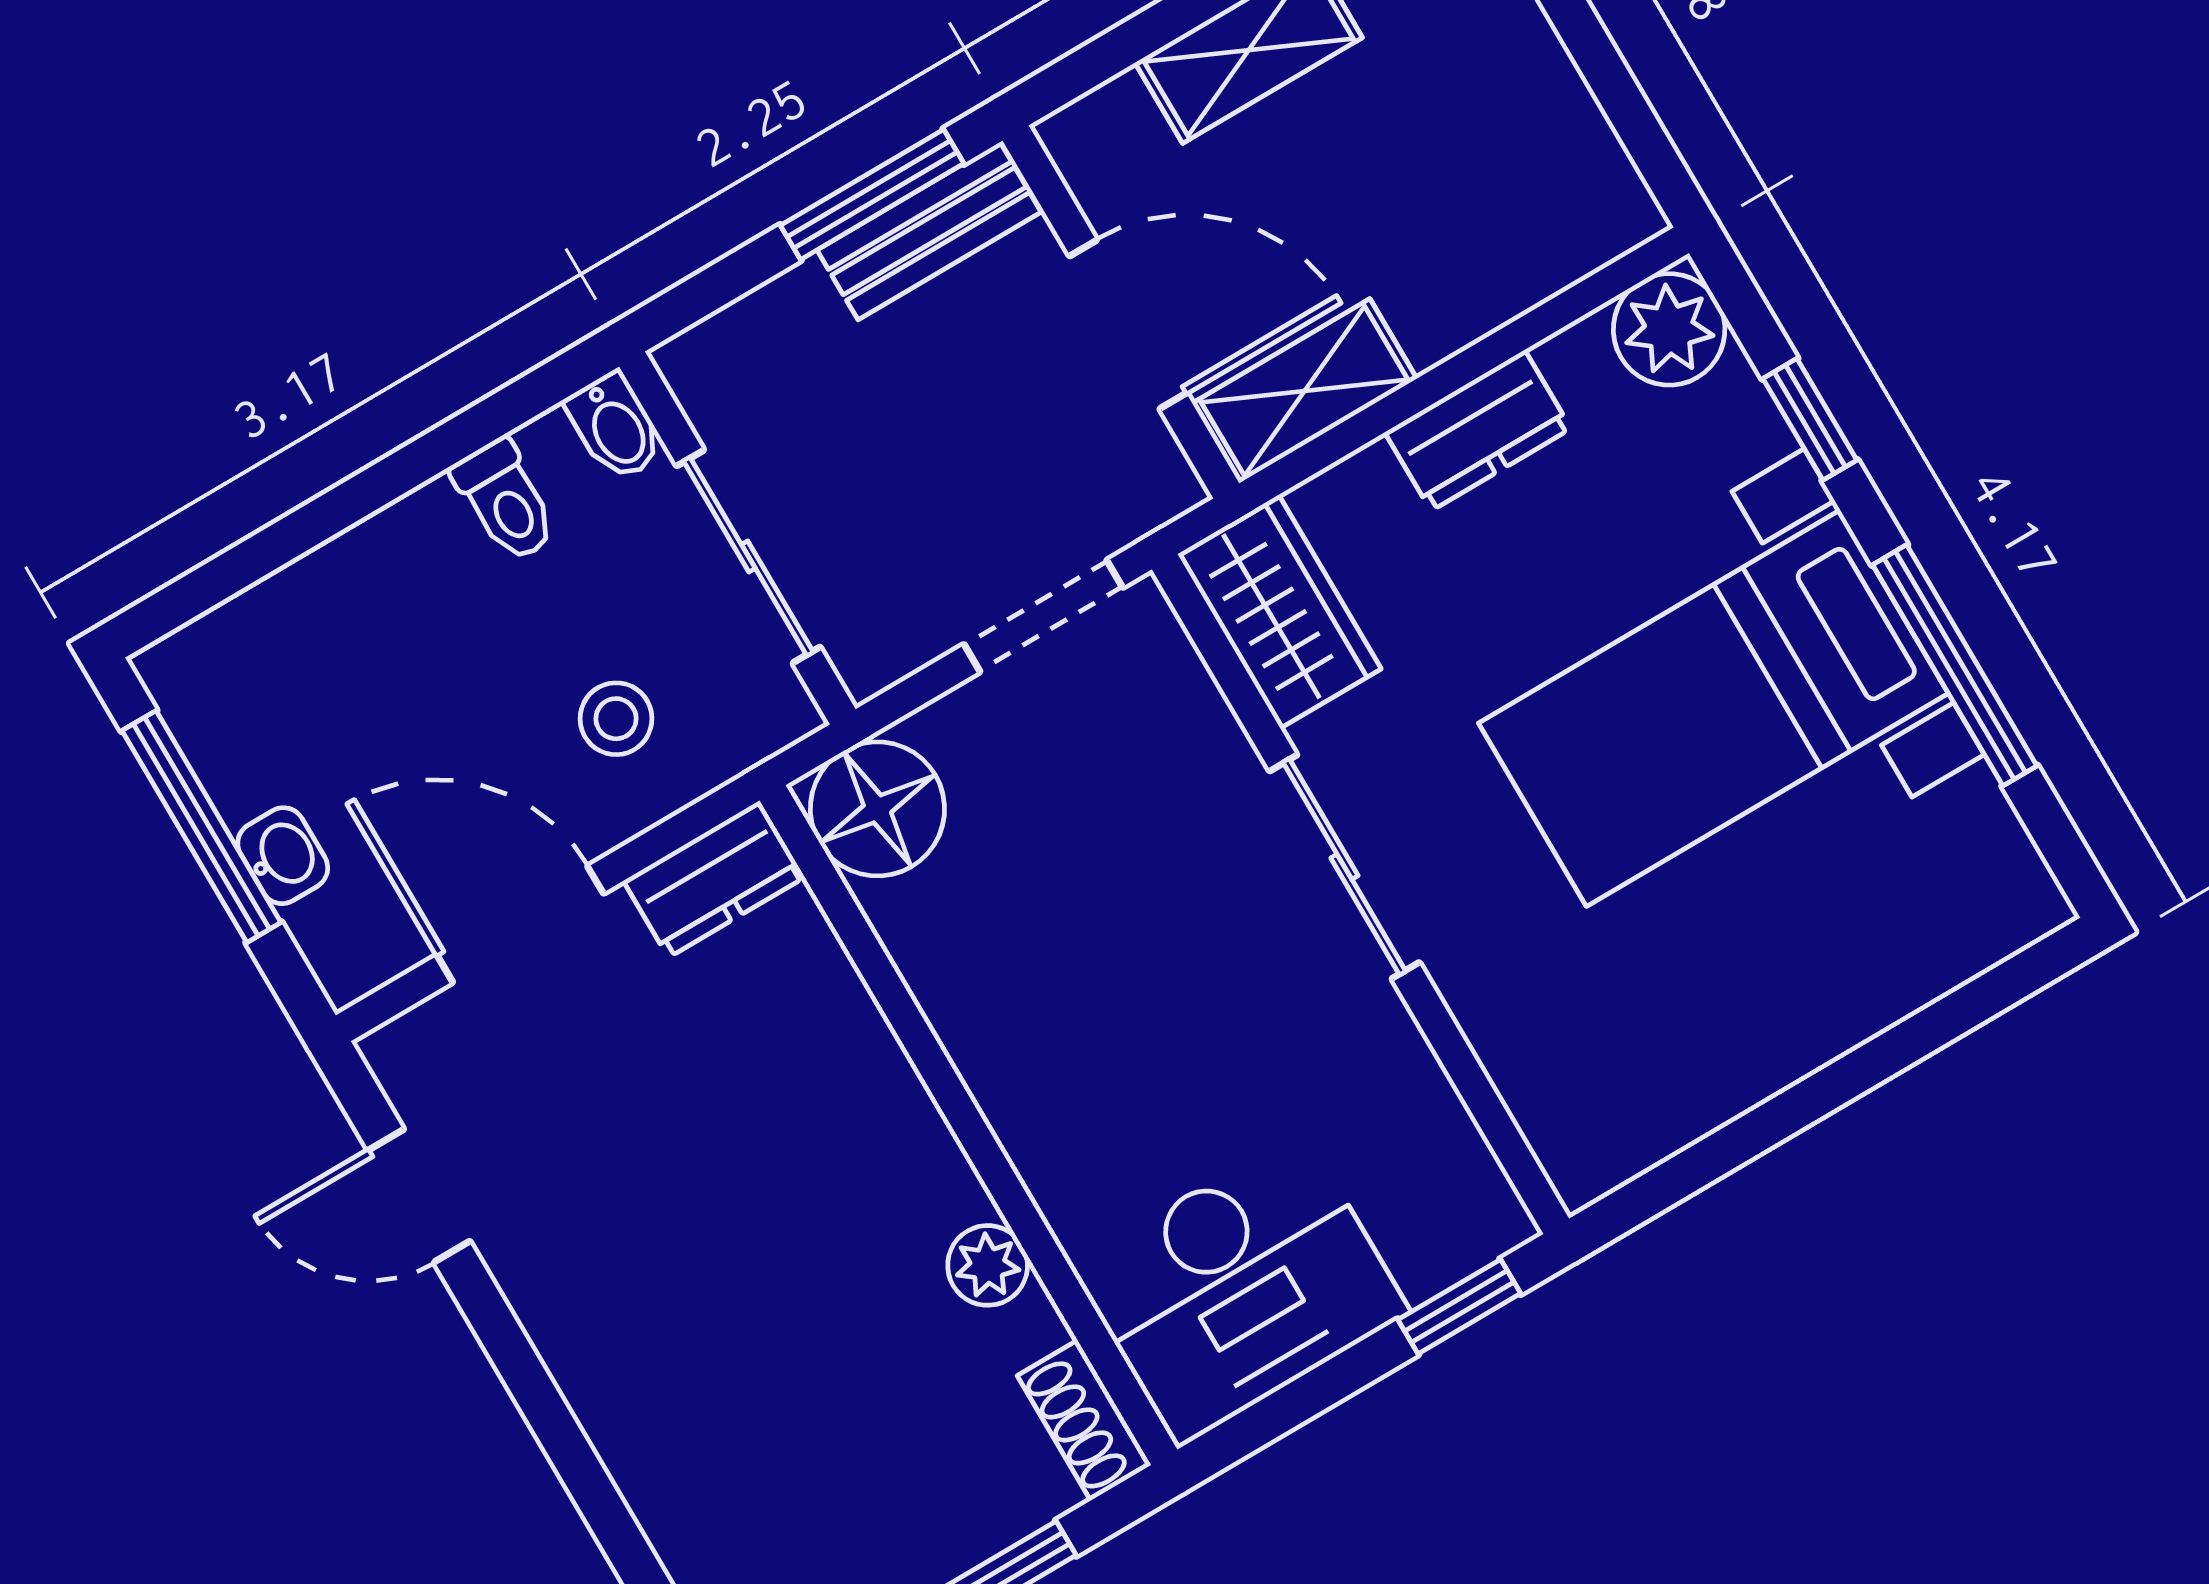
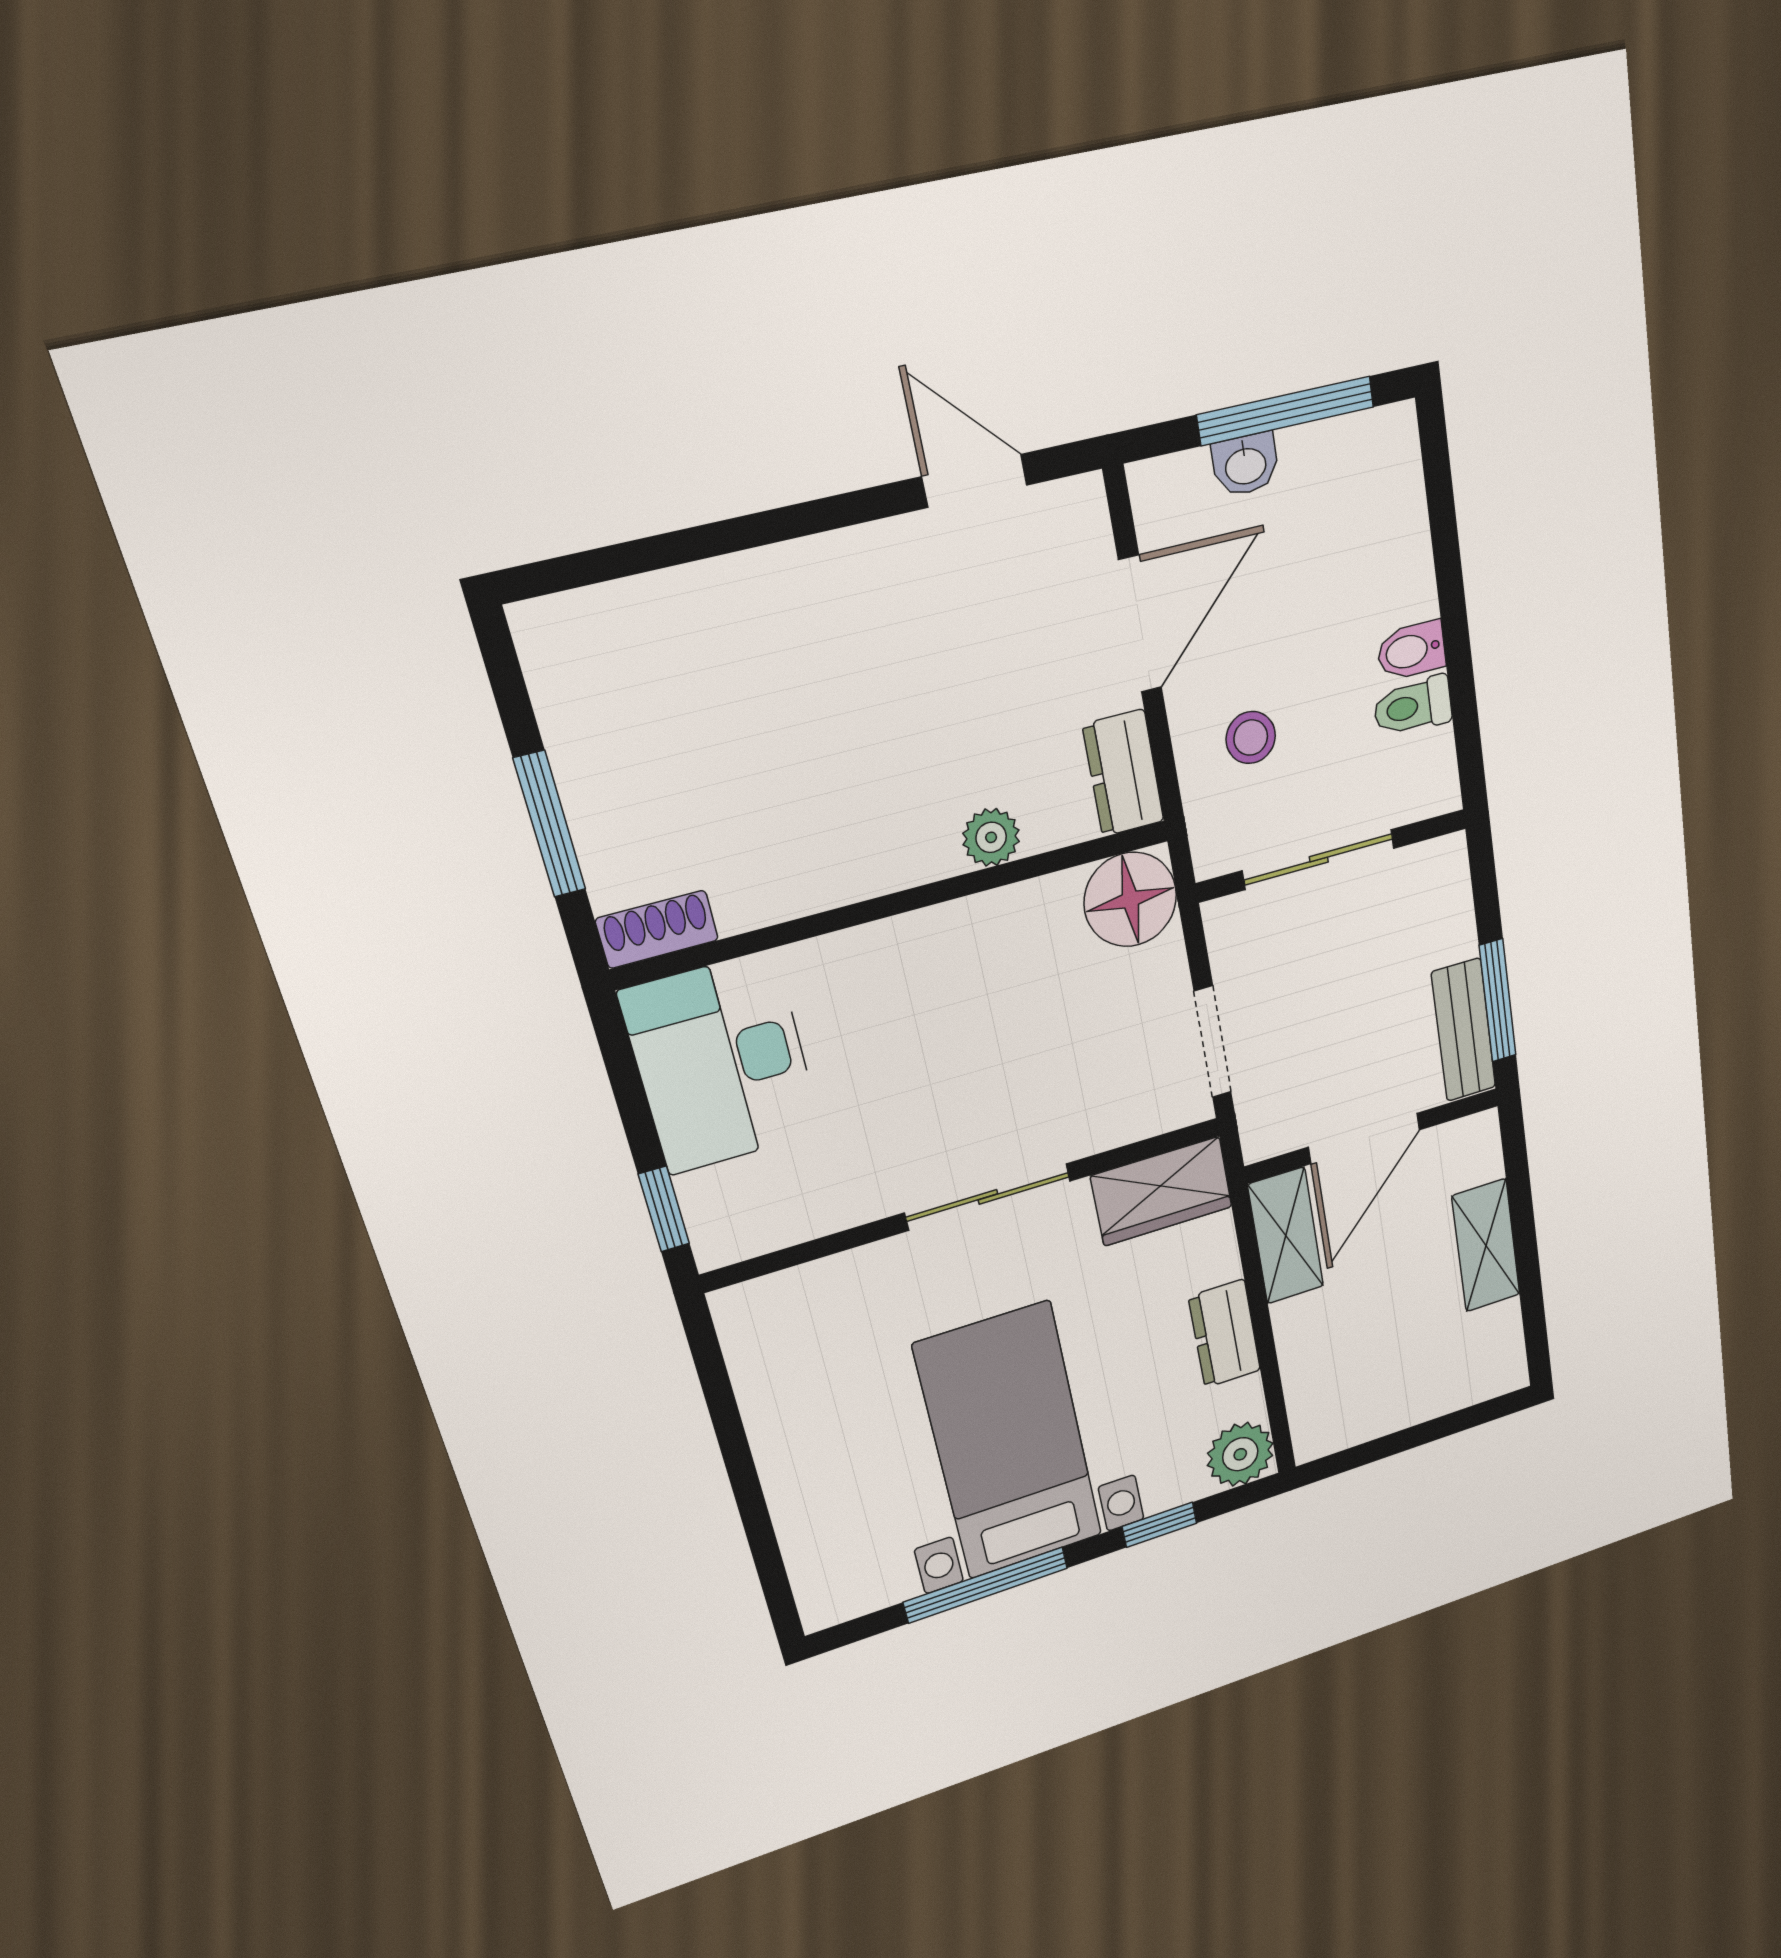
bidet: (615, 427) -> (1411, 651), moved
door: (419, 1196) -> (975, 481), hinge flipped
plant: (988, 1265) -> (991, 837), moved

